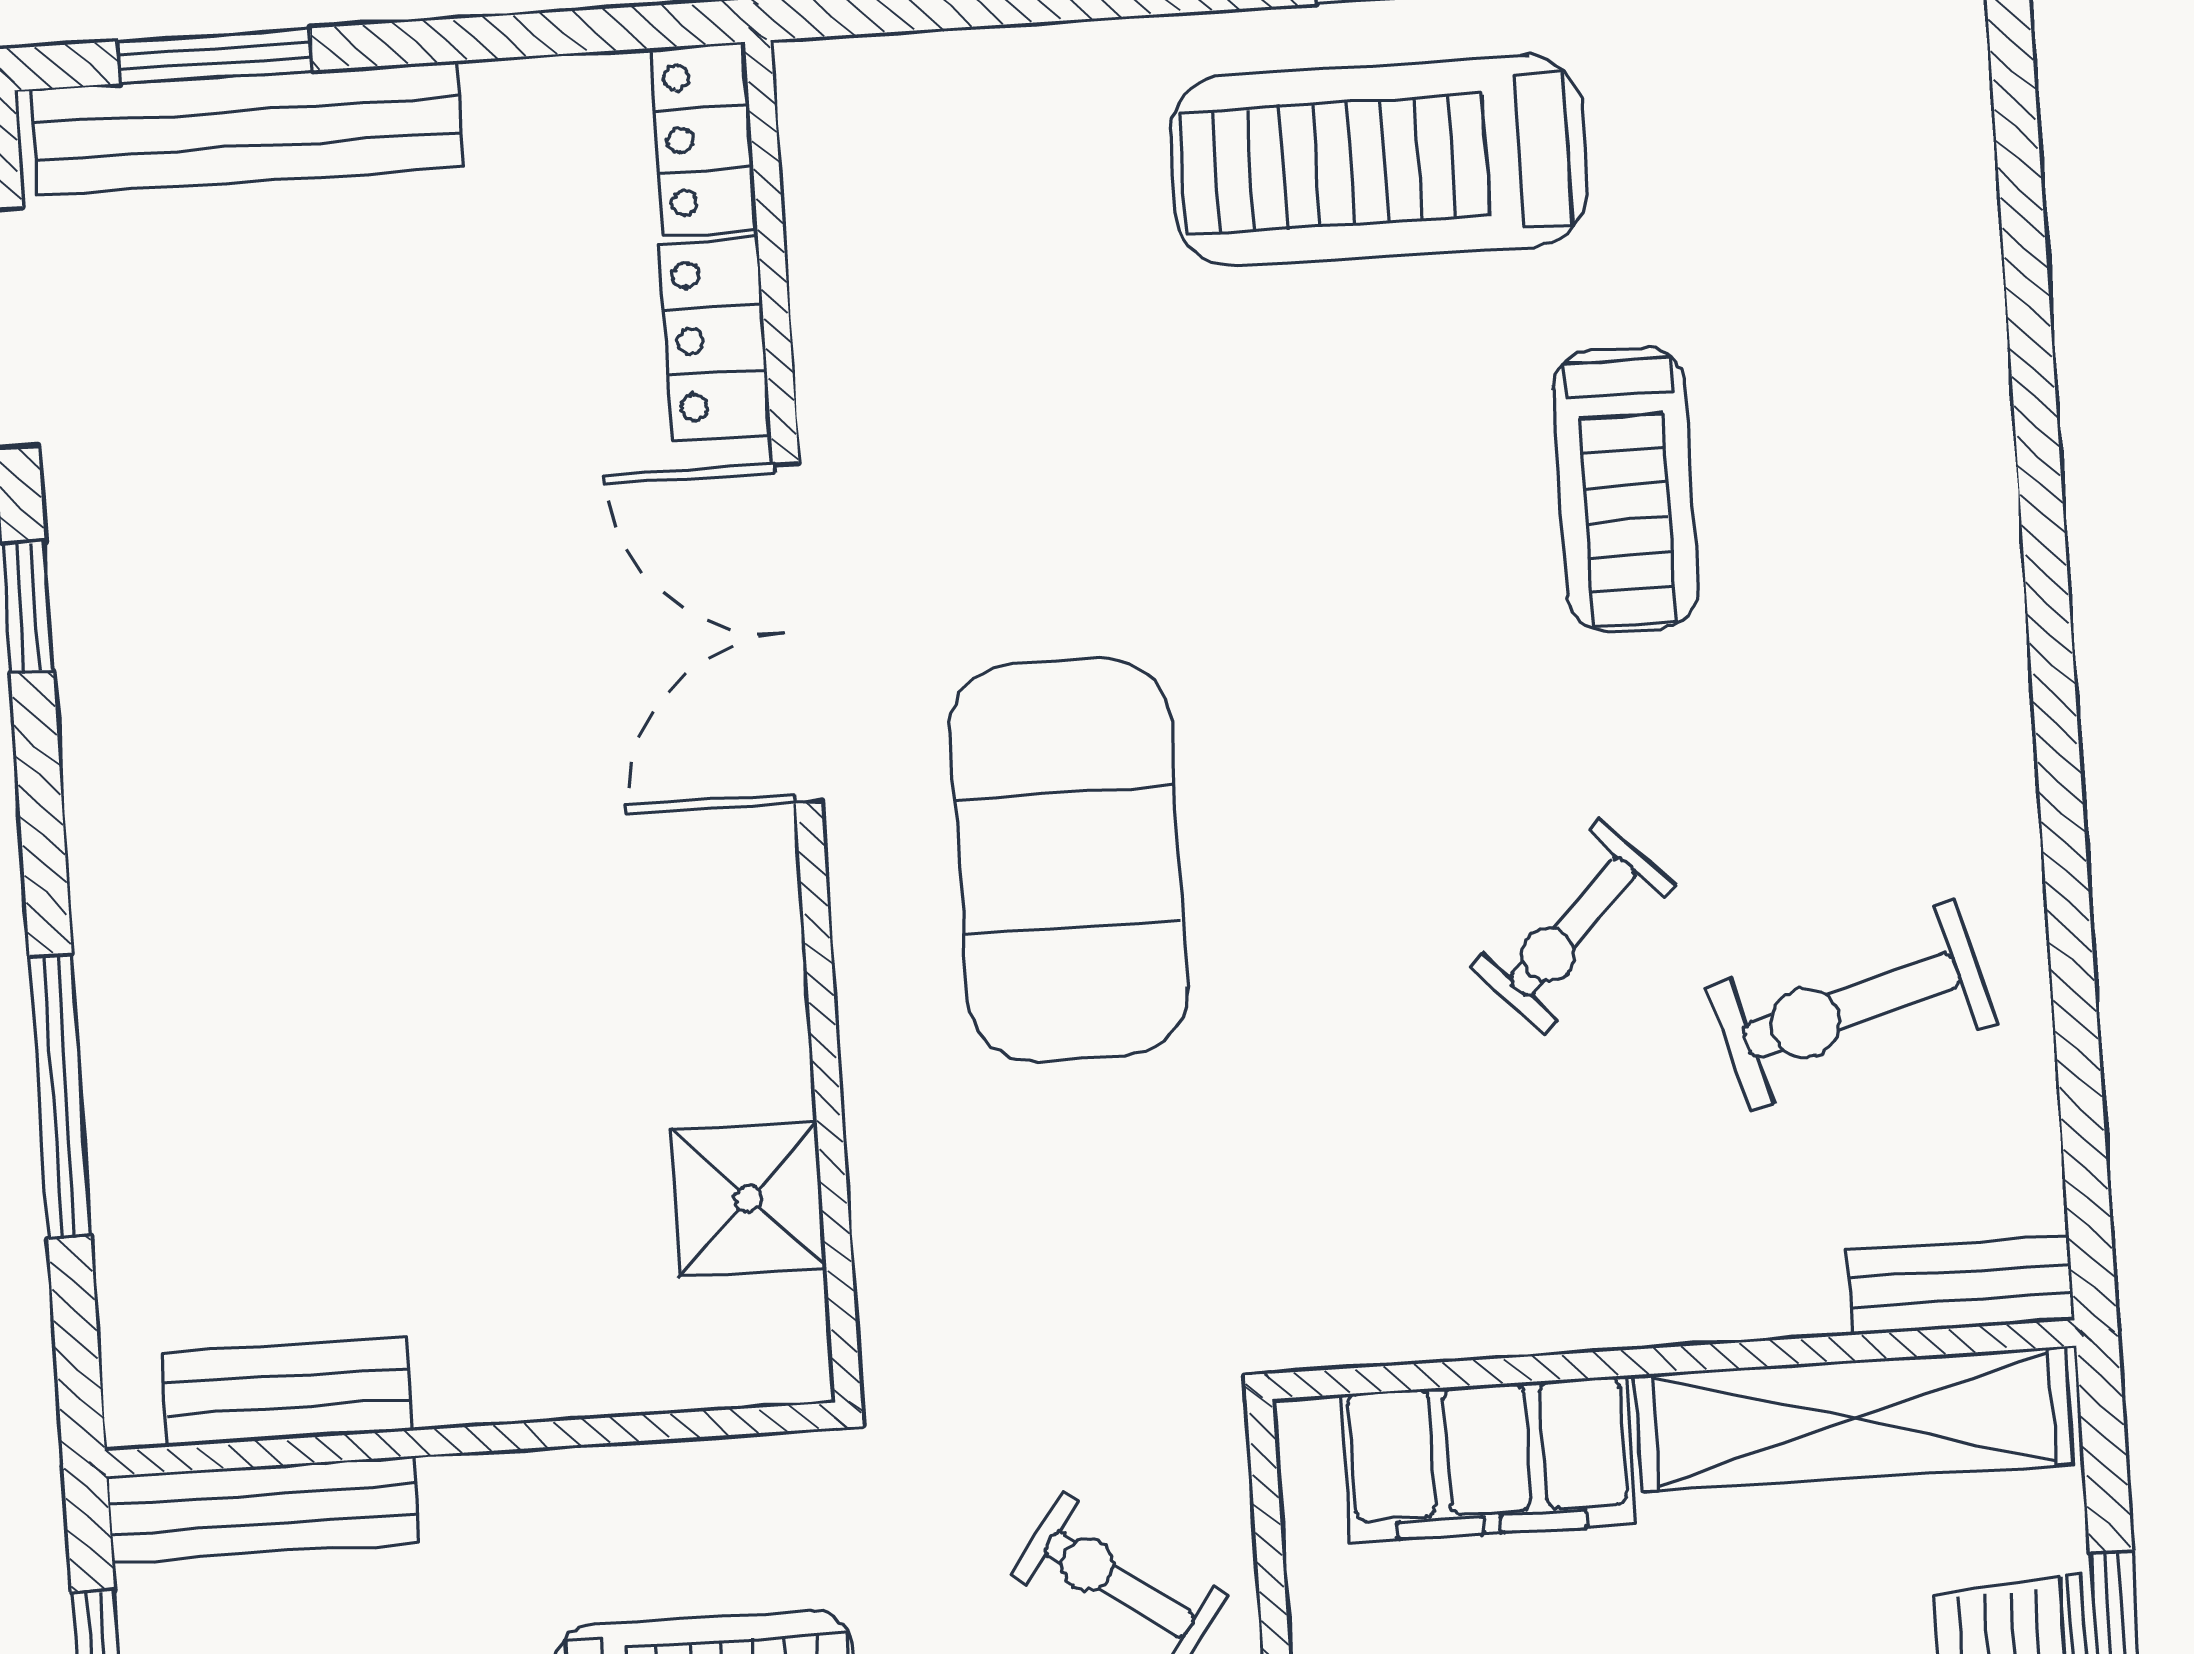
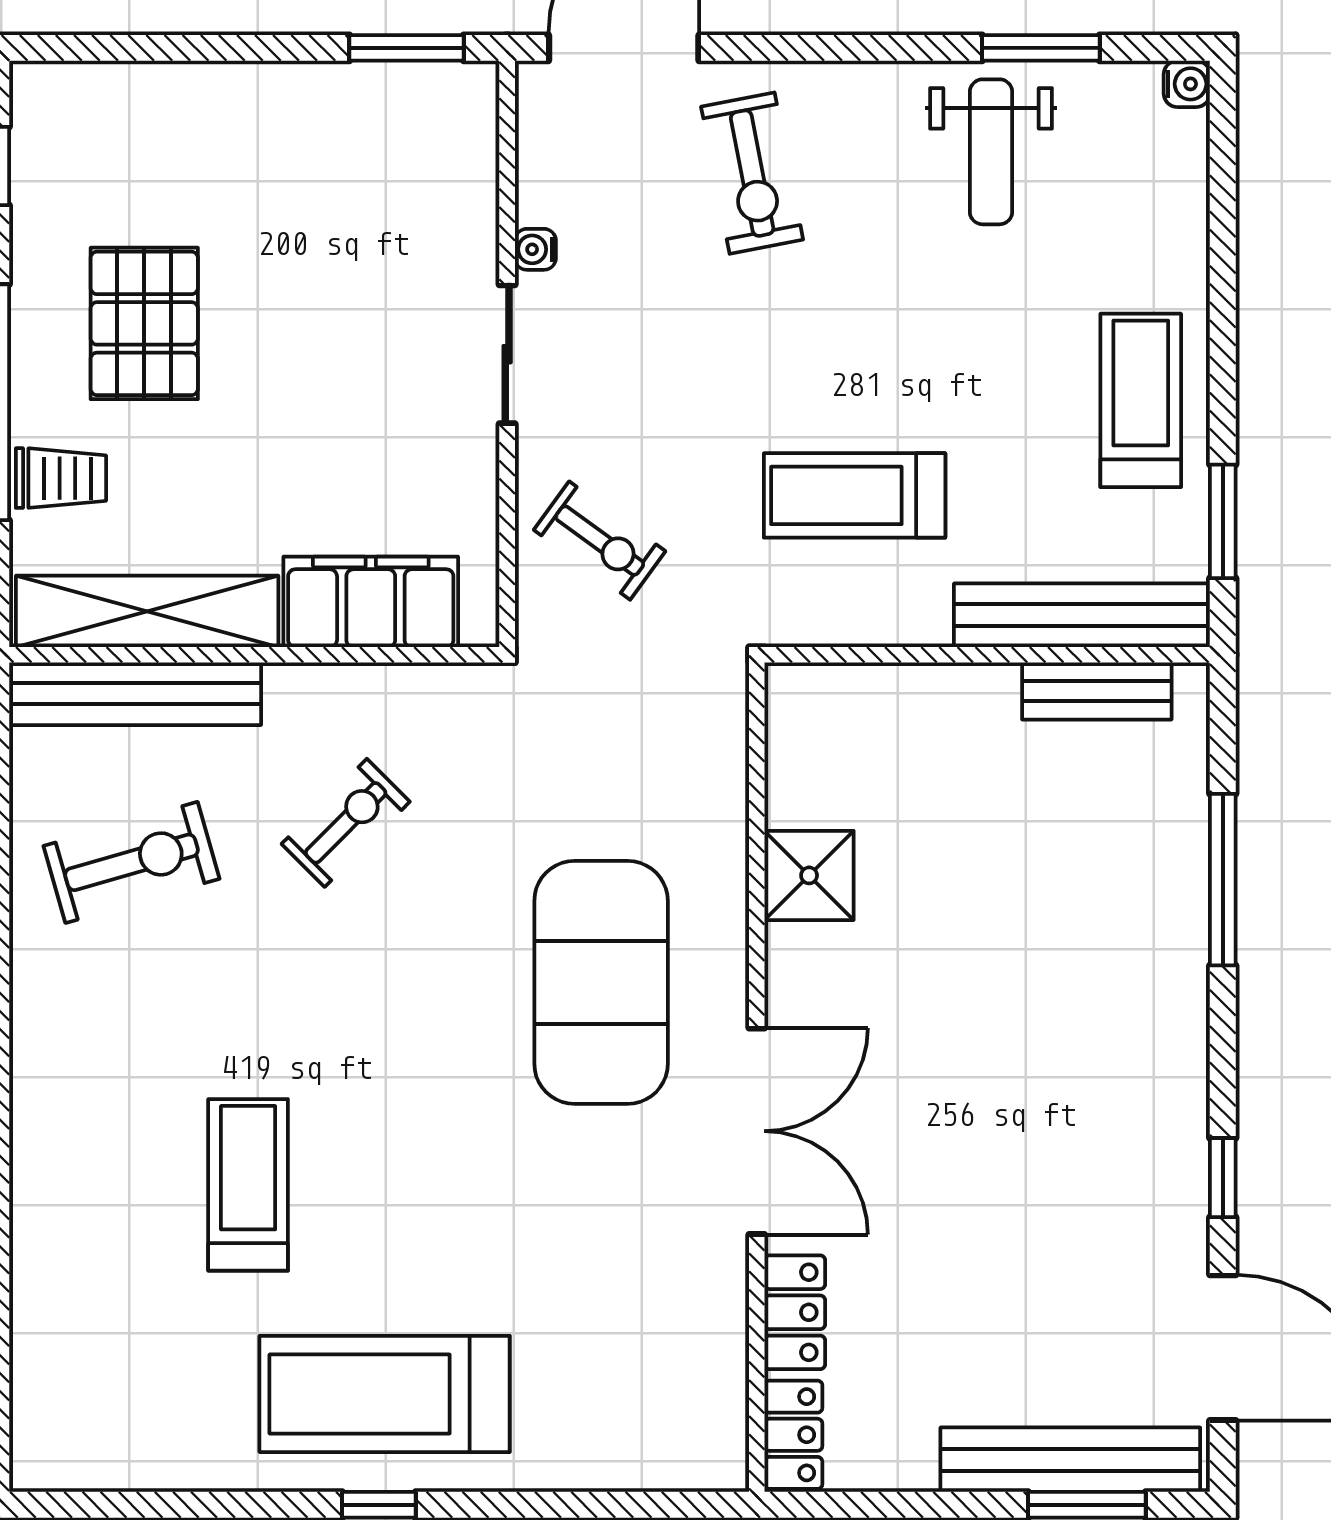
treadmill: (1379, 161) -> (385, 1394), turned 180
exercise bike: (1573, 927) -> (346, 823), moved
shower: (749, 1198) -> (809, 875), moved
bench: (1961, 1285) -> (135, 694), width x1.86, depth x1.21
bench: (263, 1509) -> (1082, 615), width x1.37, depth x1.21

